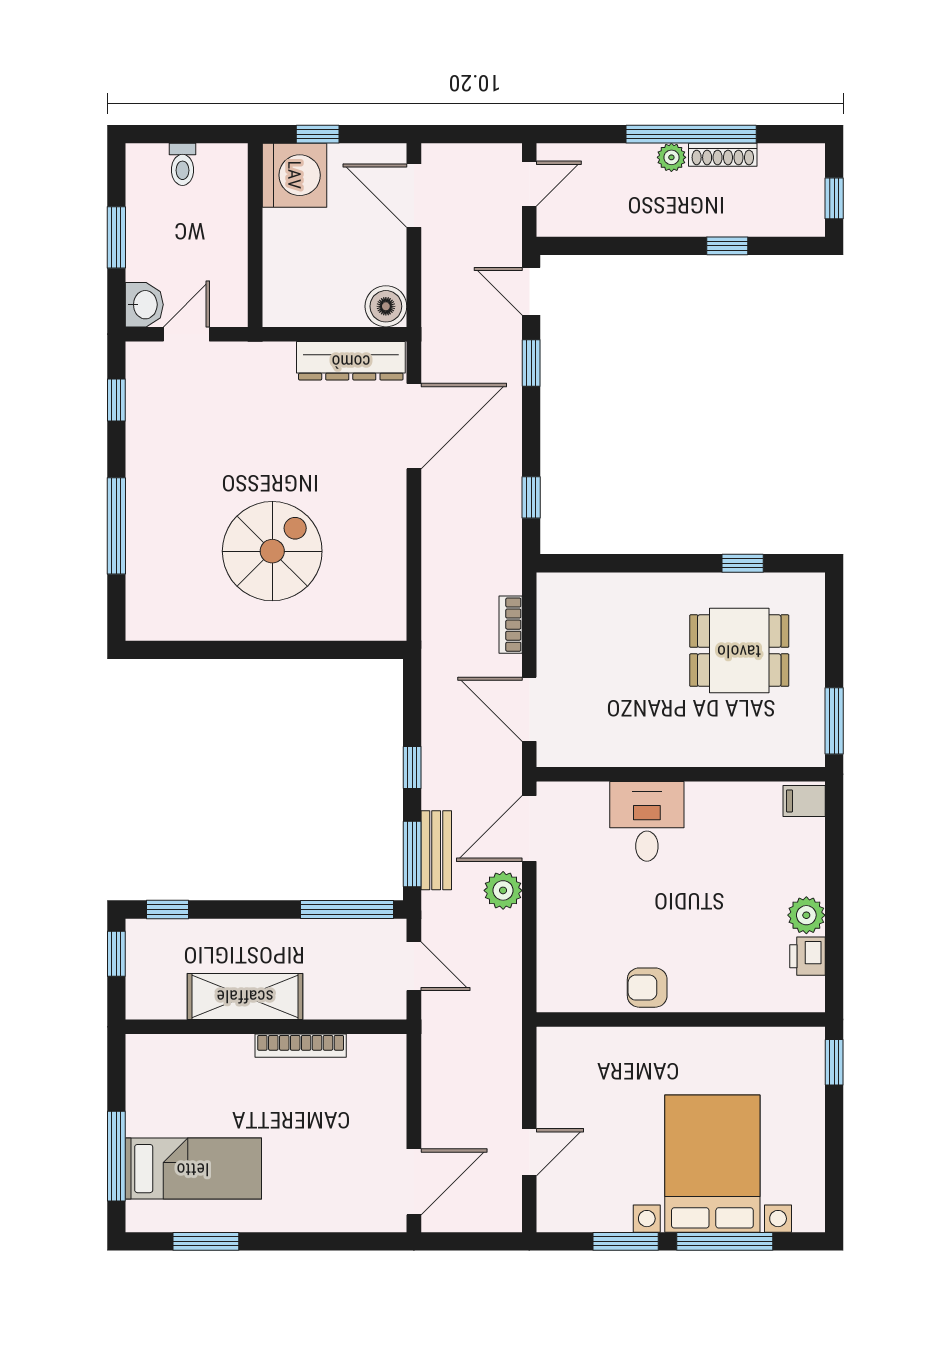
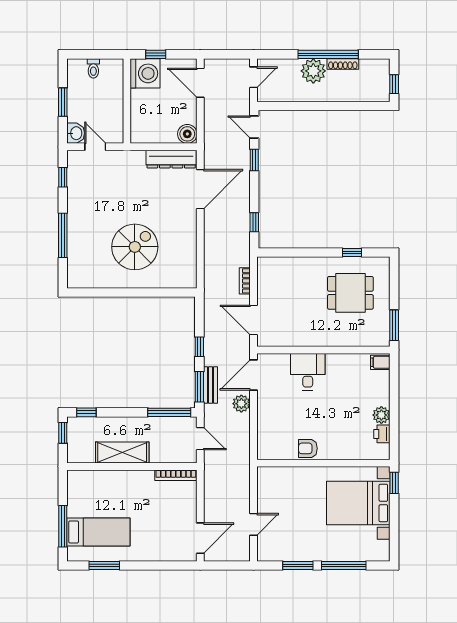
plant: (671, 157) -> (313, 71), width x1.87, depth x1.87
window: (727, 246) -> (345, 106), removed
door: (186, 334) -> (95, 147), hinge flipped
bookcase: (301, 1046) -> (176, 475), moved
bed with nightstands: (712, 1164) -> (358, 503), moved, turned -90

